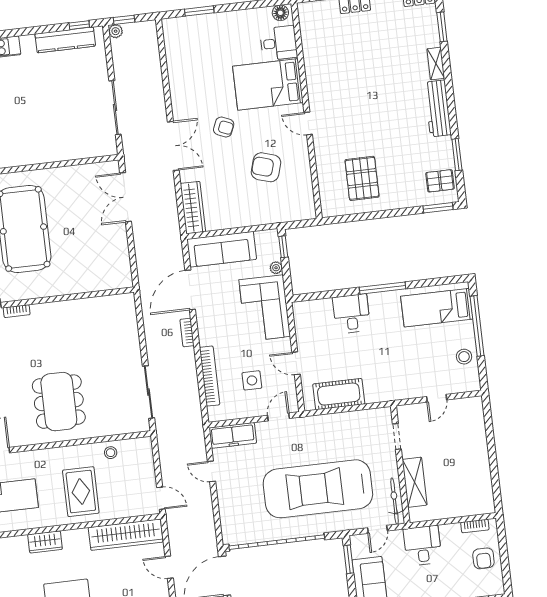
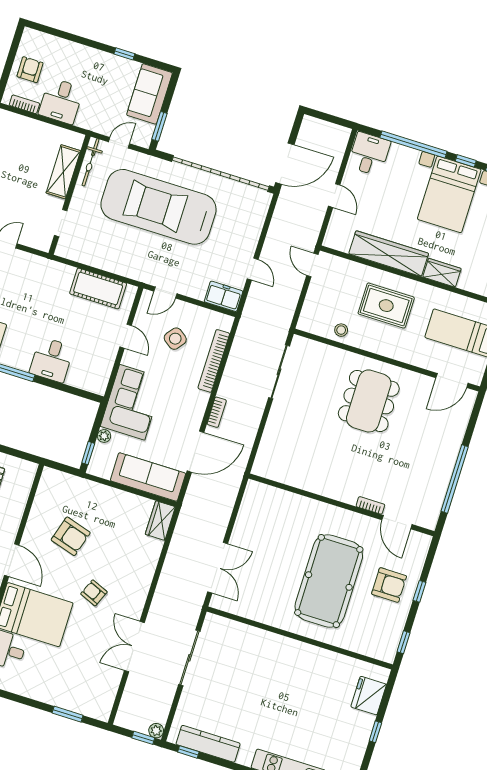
door: (308, 123) -> (12, 560), width x1.38
double door: (173, 146) -> (134, 647), moved
wardrobe: (193, 208) -> (160, 521), width x0.67
side table: (252, 380) -> (175, 339), turned 37
freezer: (233, 435) -> (224, 296), width x0.71
car: (318, 489) -> (158, 207), turned 180
rug: (81, 492) -> (386, 306), turned 90
wardrobe: (126, 535) -> (389, 254), moved
desk: (422, 546) -> (61, 101), moved

